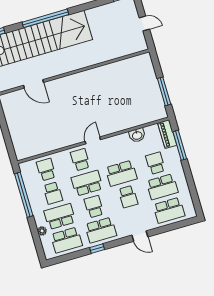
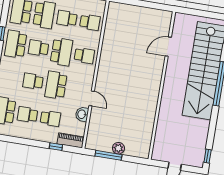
plant: (153, 85) -> (118, 148), added
door: (93, 140) -> (92, 98), moved
window: (180, 145) -> (56, 147), width x0.46
school desk: (162, 187) -> (28, 115), width x0.54
school desk: (94, 207) -> (39, 48), turned 180

